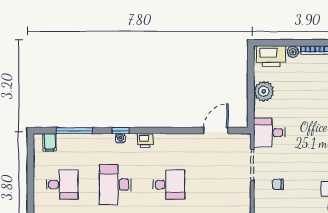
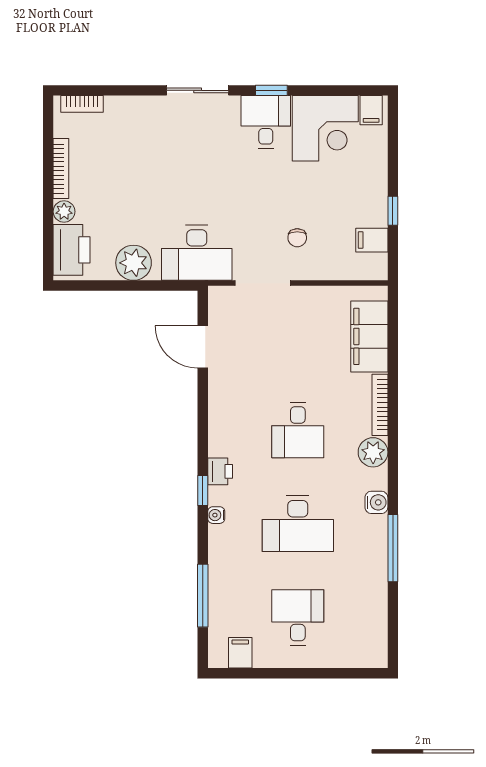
window: (120, 131) -> (203, 491), moved
desk: (269, 133) -> (197, 253), width x1.37
filing cabinet: (50, 142) -> (240, 653), moved, turned -90
desk: (169, 185) -> (298, 430), turned 180

